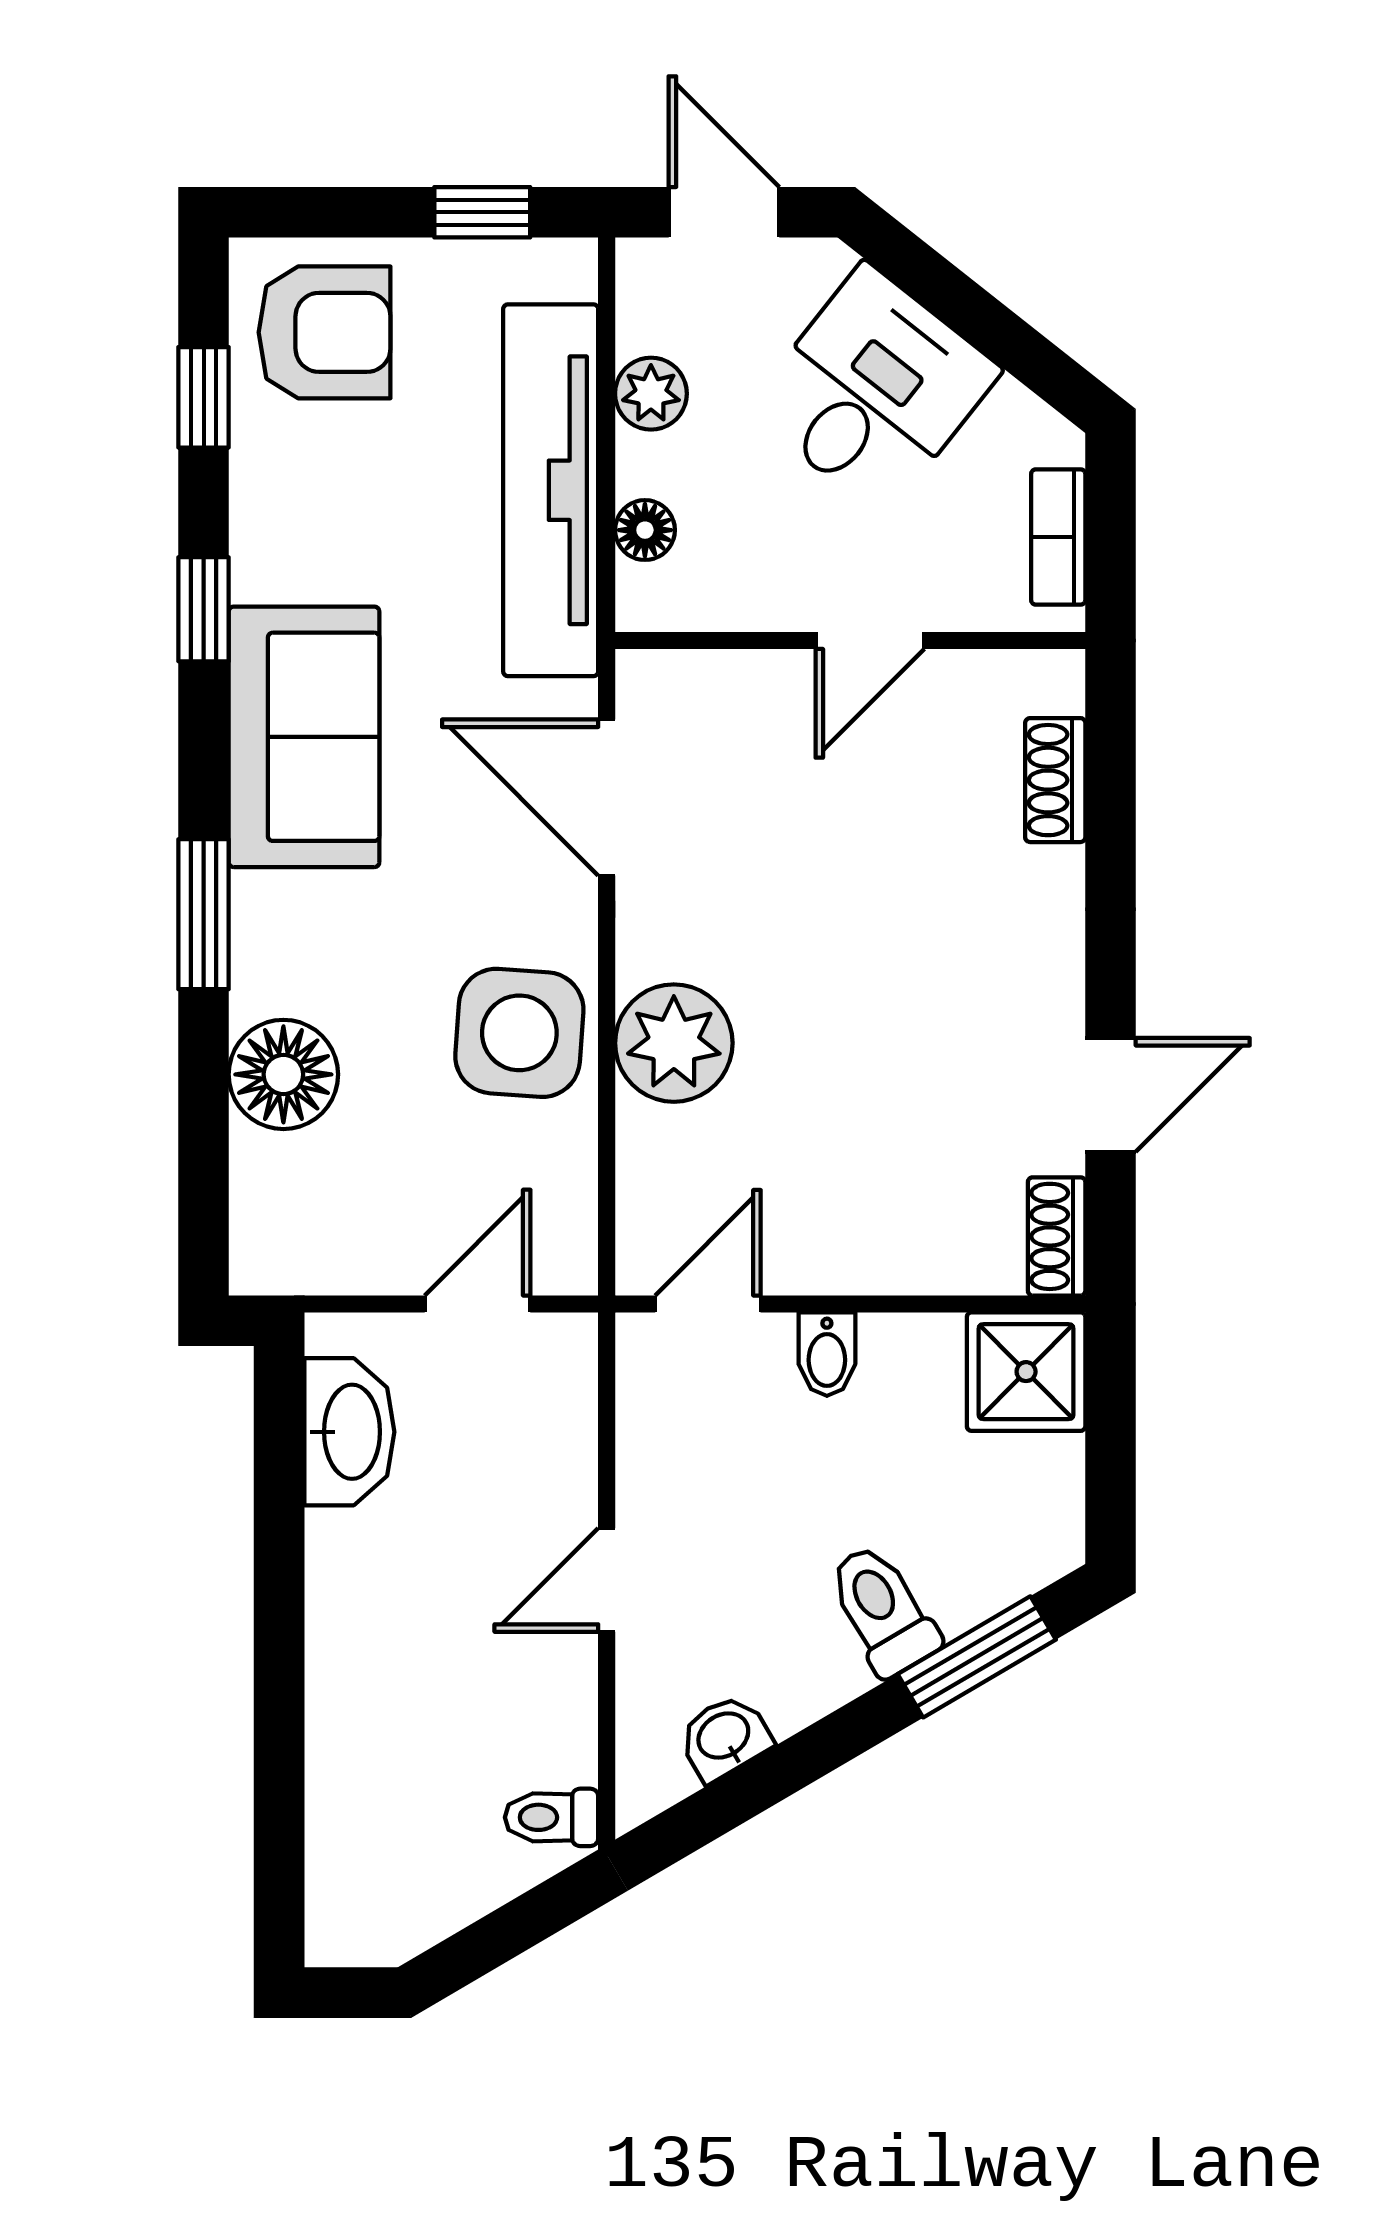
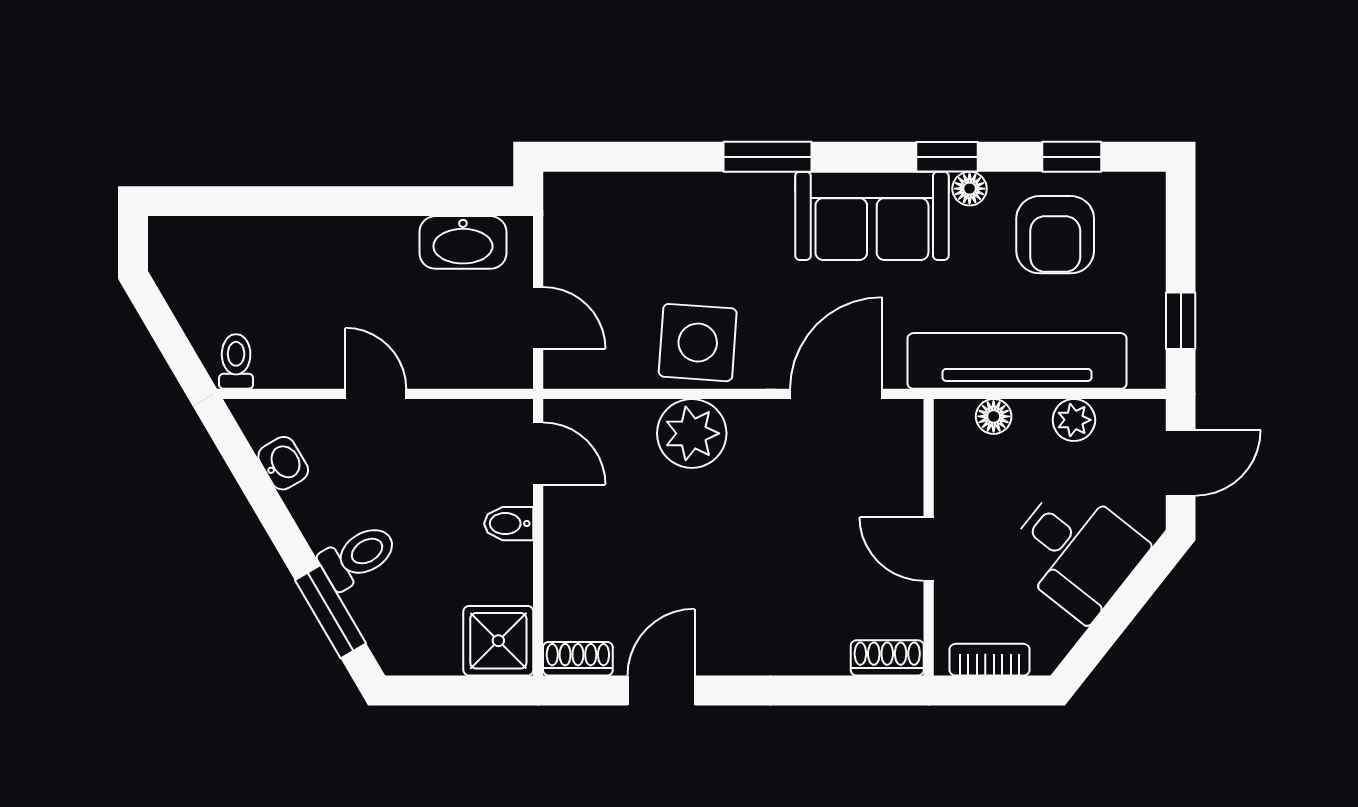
armchair: (324, 332) -> (1055, 235), moved
shoe rack: (1055, 780) -> (887, 658), moved
floor lamp: (283, 1074) -> (970, 189), moved, width x0.53, depth x0.53
door: (1111, 1095) -> (661, 690), swing flipped

